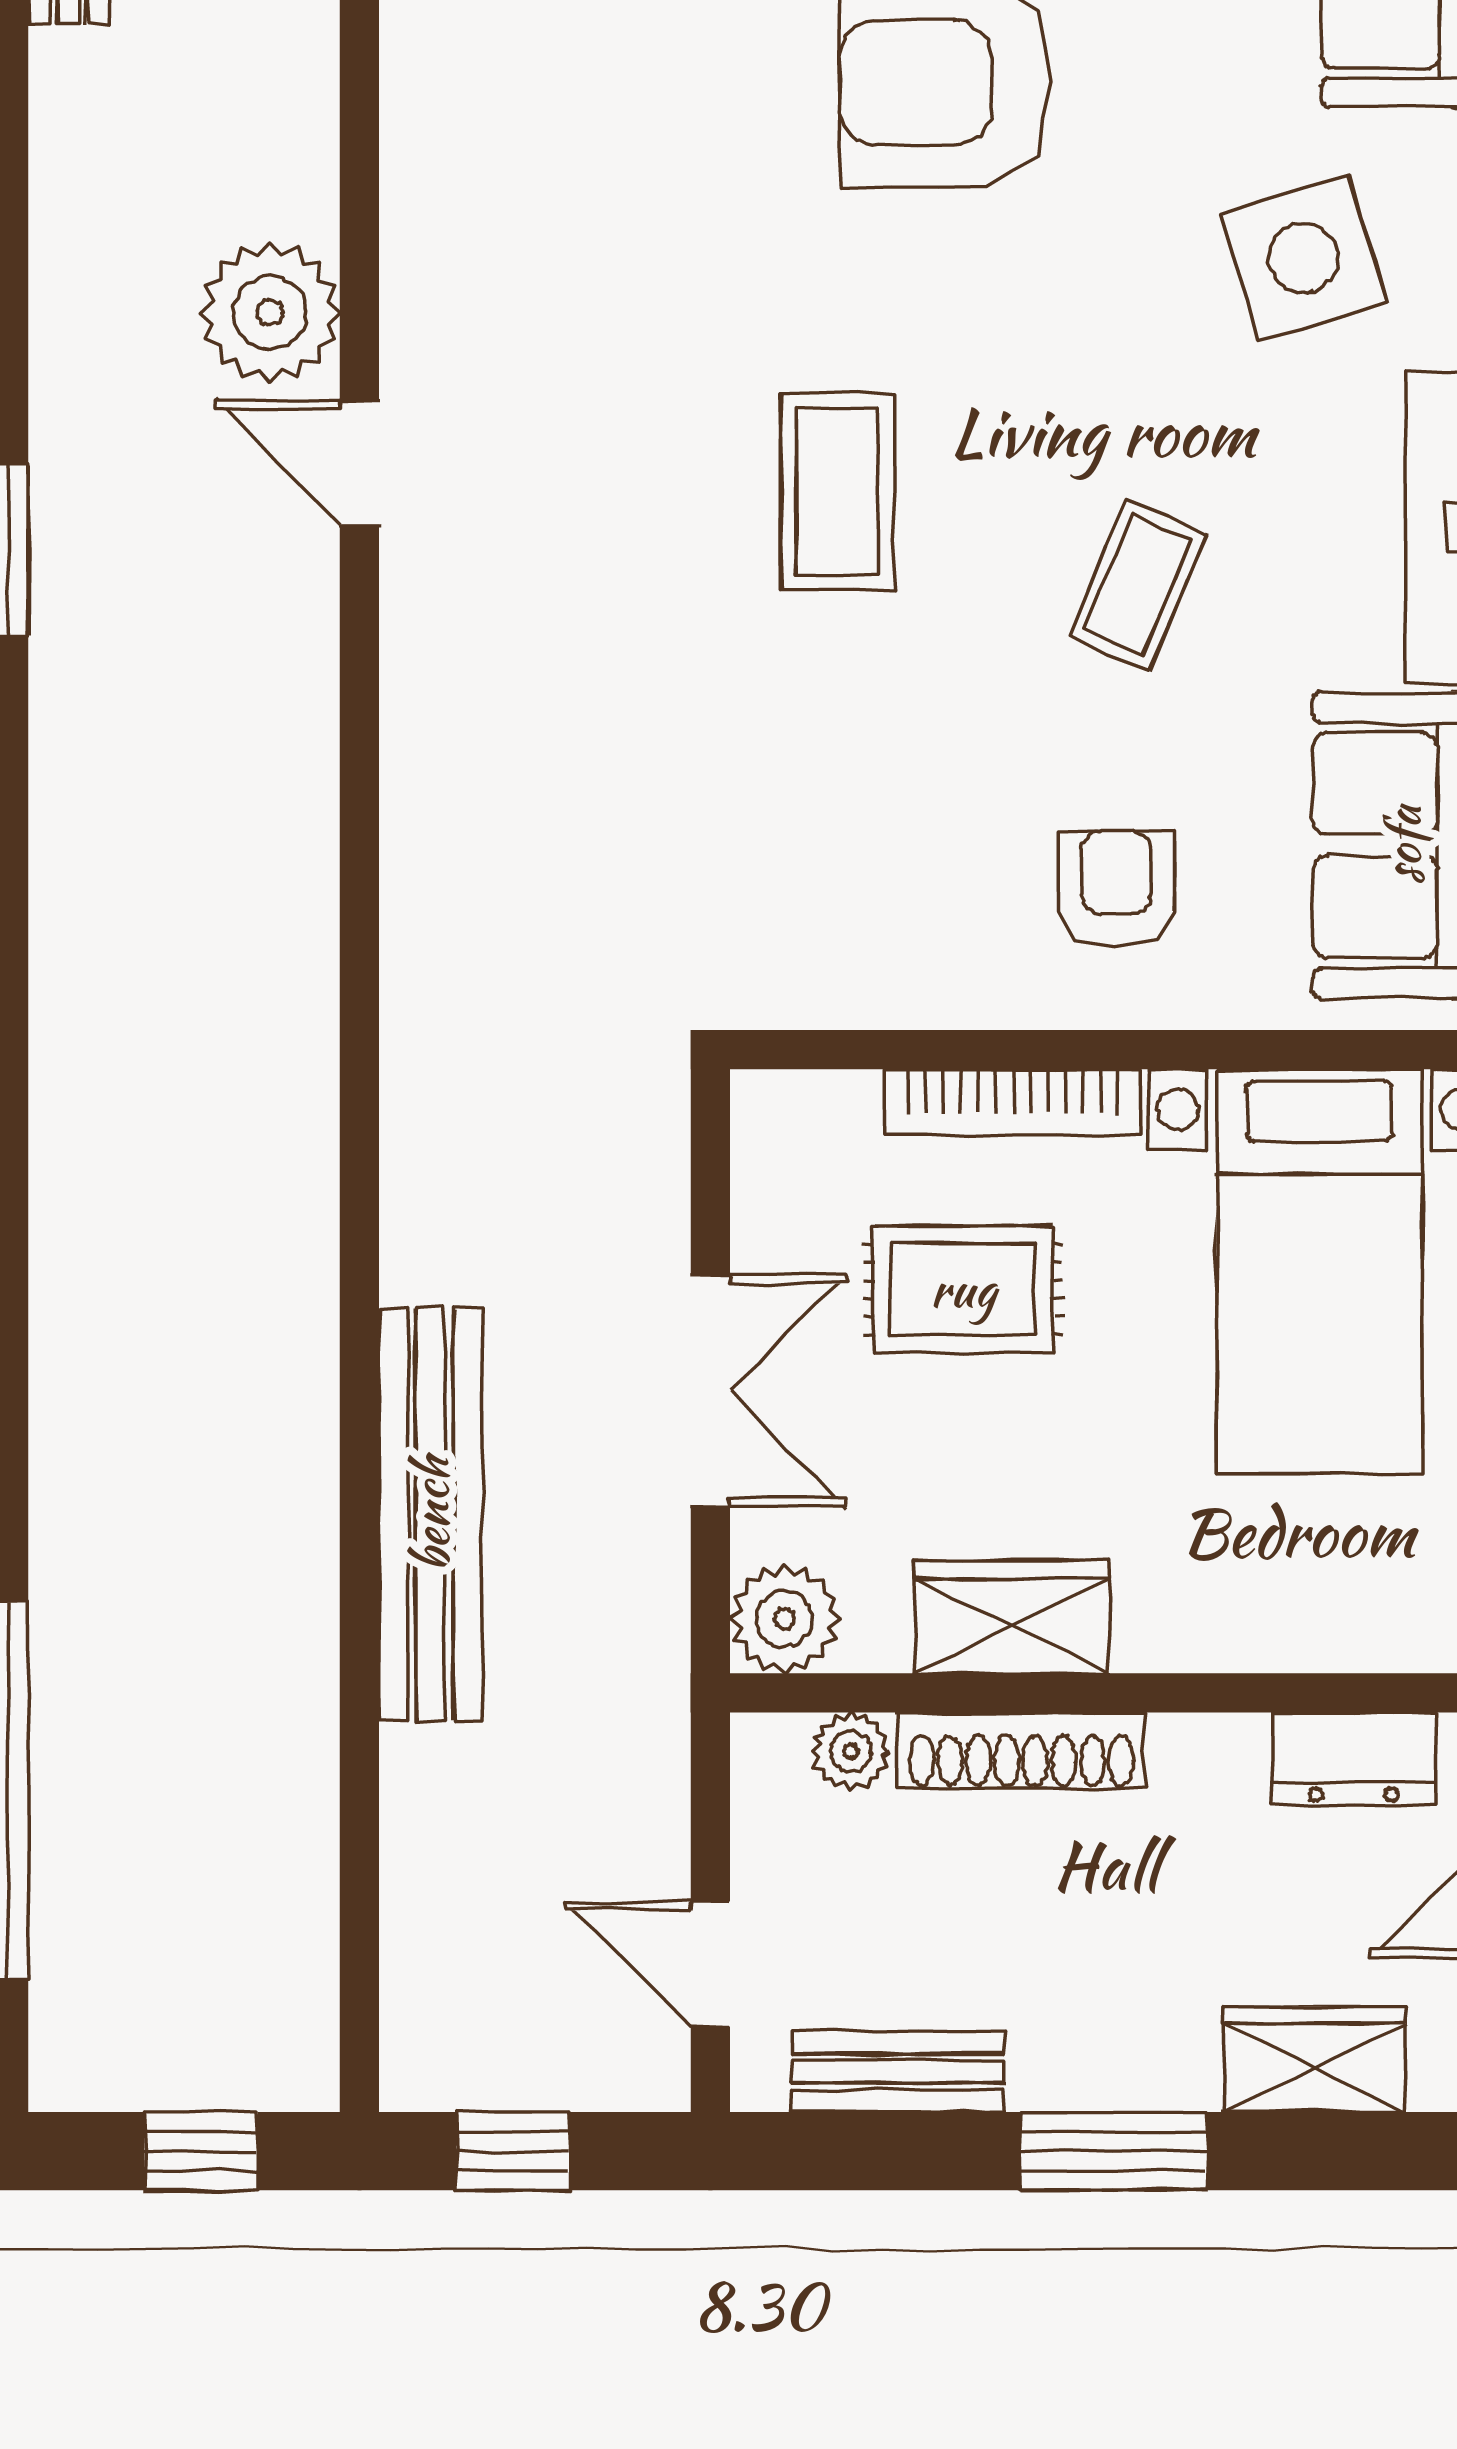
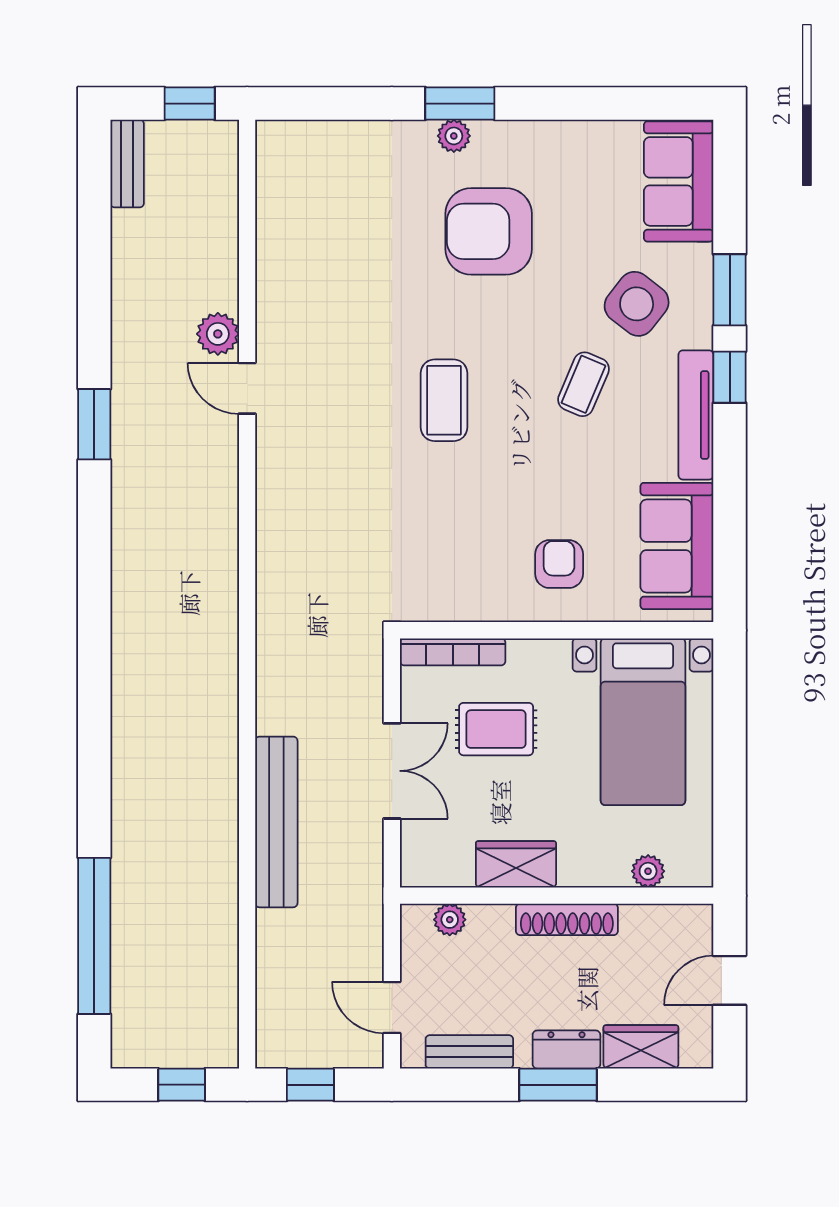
side table: (1304, 258) -> (637, 304), turned -35
plant: (270, 312) -> (218, 334), width x0.73, depth x0.73
coffee table: (1137, 585) -> (584, 384), moved
bookcase: (1013, 1102) -> (453, 652), moved
plant: (784, 1619) -> (648, 871), moved, width x0.73, depth x0.73
shoe rack: (1021, 1751) -> (567, 919), moved
dresser: (1354, 1759) -> (566, 1049), moved, turned 180

